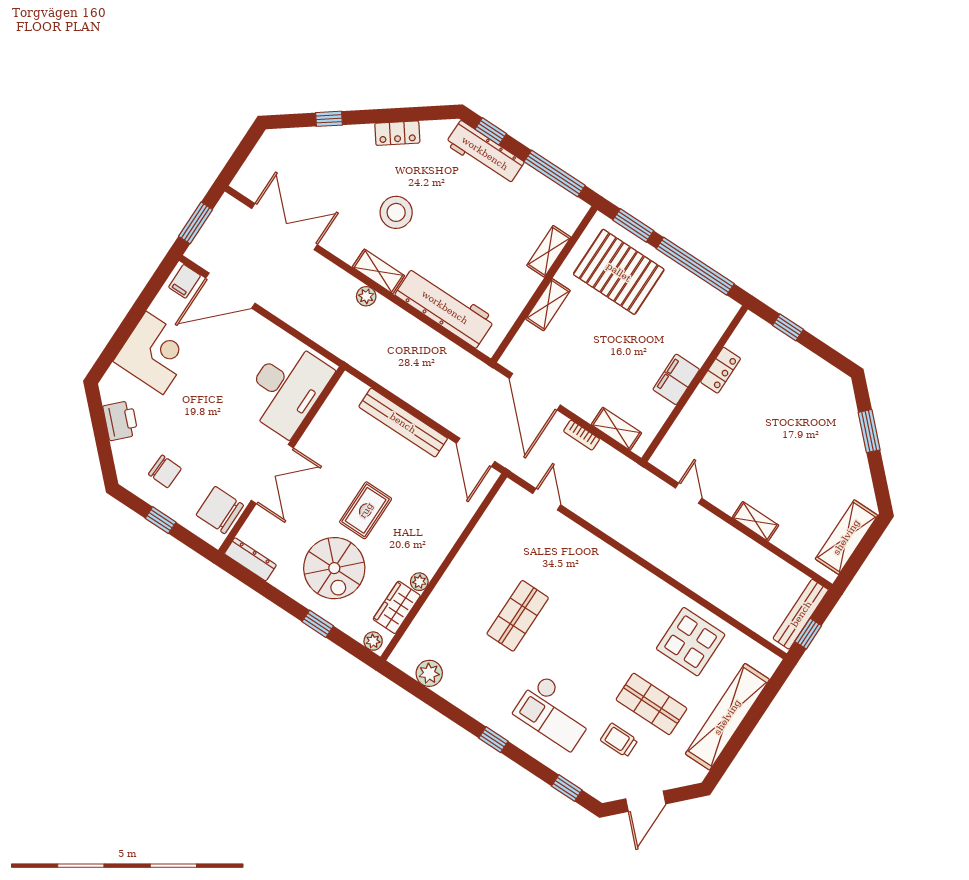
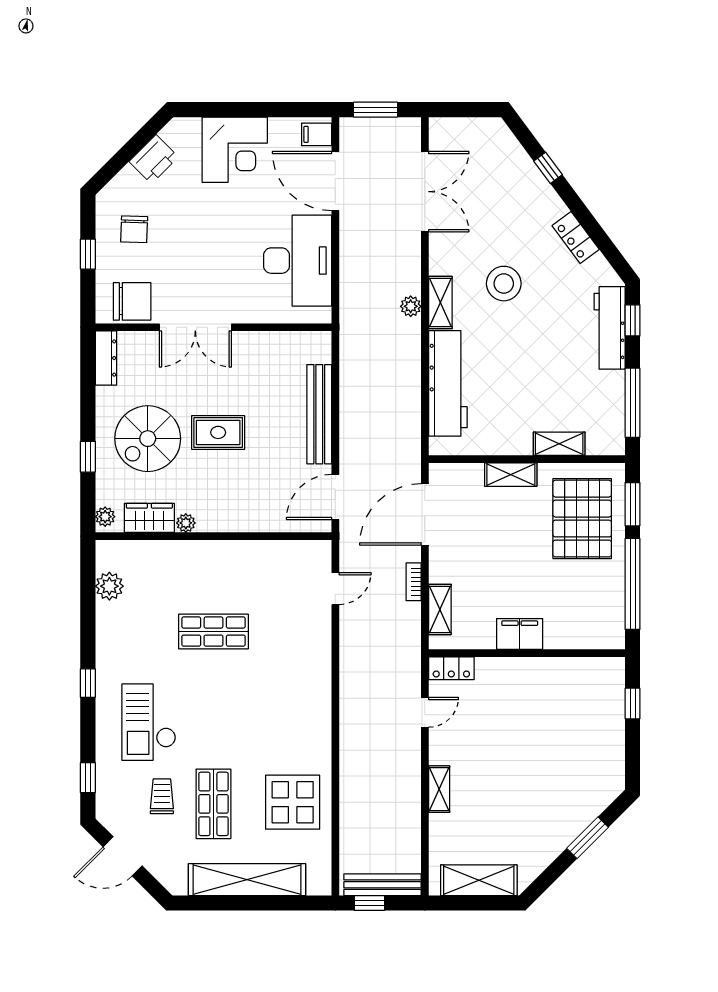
locker: (721, 370) -> (451, 668), moved
desk: (287, 388) -> (298, 261), moved, turned -90
chair: (220, 510) -> (132, 301), turned 90

